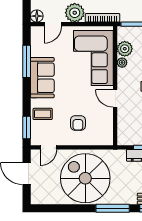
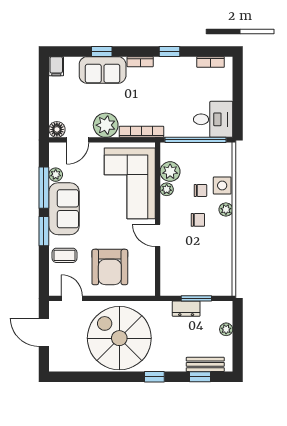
plant: (36, 51) -> (56, 175), added
armchair: (78, 123) -> (110, 267), width x1.88, depth x1.88
window: (27, 127) -> (44, 231), moved
door: (48, 147) -> (72, 298), swing flipped
window: (113, 208) -> (154, 377), width x0.46

